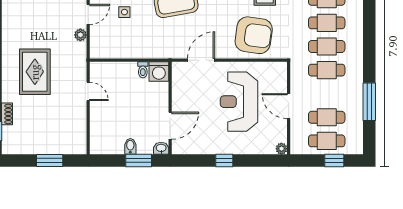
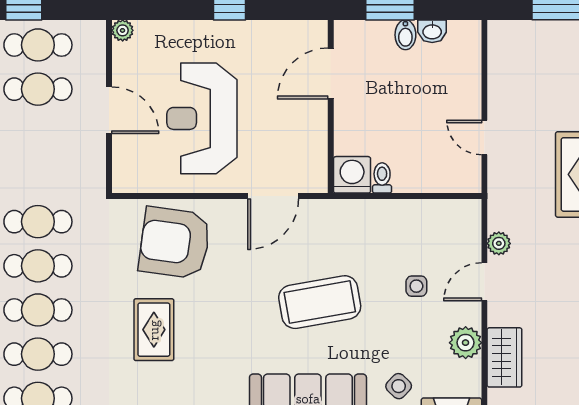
cafe table: (327, 70) -> (38, 177), removed
reception desk: (239, 102) -> (202, 118), turned 180
washbasin: (161, 148) -> (432, 31), moved

